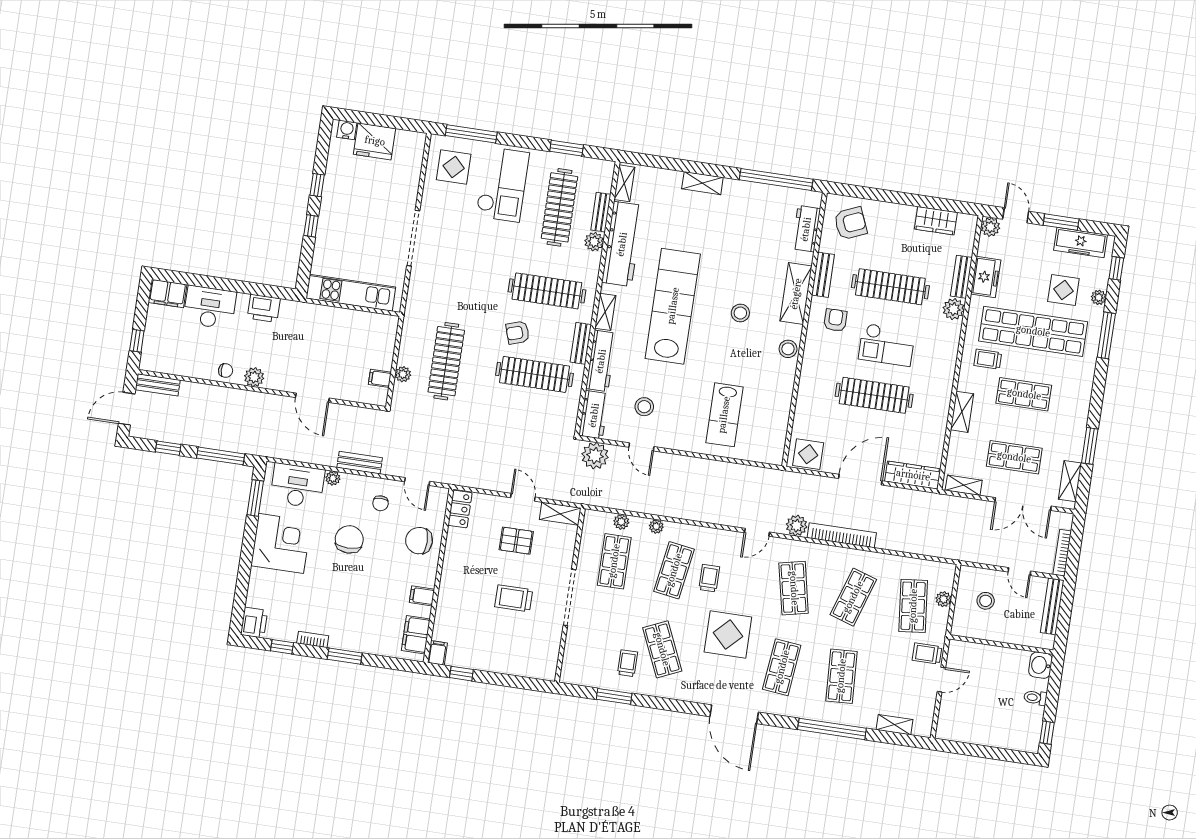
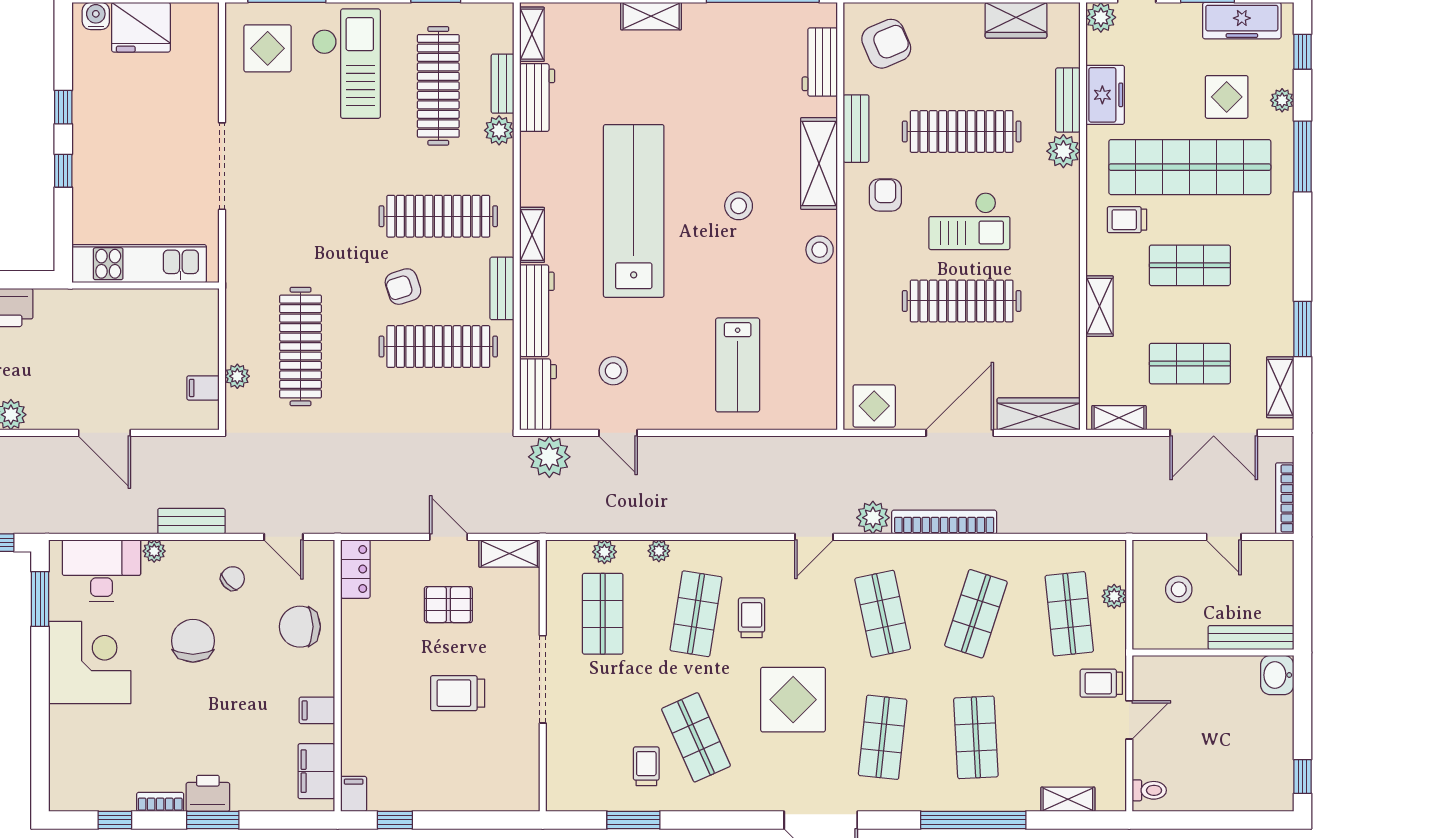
workbench: (622, 244) -> (537, 98), width x0.53, depth x0.76
chair: (381, 503) -> (233, 578), turned -133
bench: (1052, 606) -> (1251, 638), moved, turned 90
printer: (254, 623) -> (208, 793), moved, turned -90
toilet: (1035, 698) -> (1149, 790), moved, turned 180

